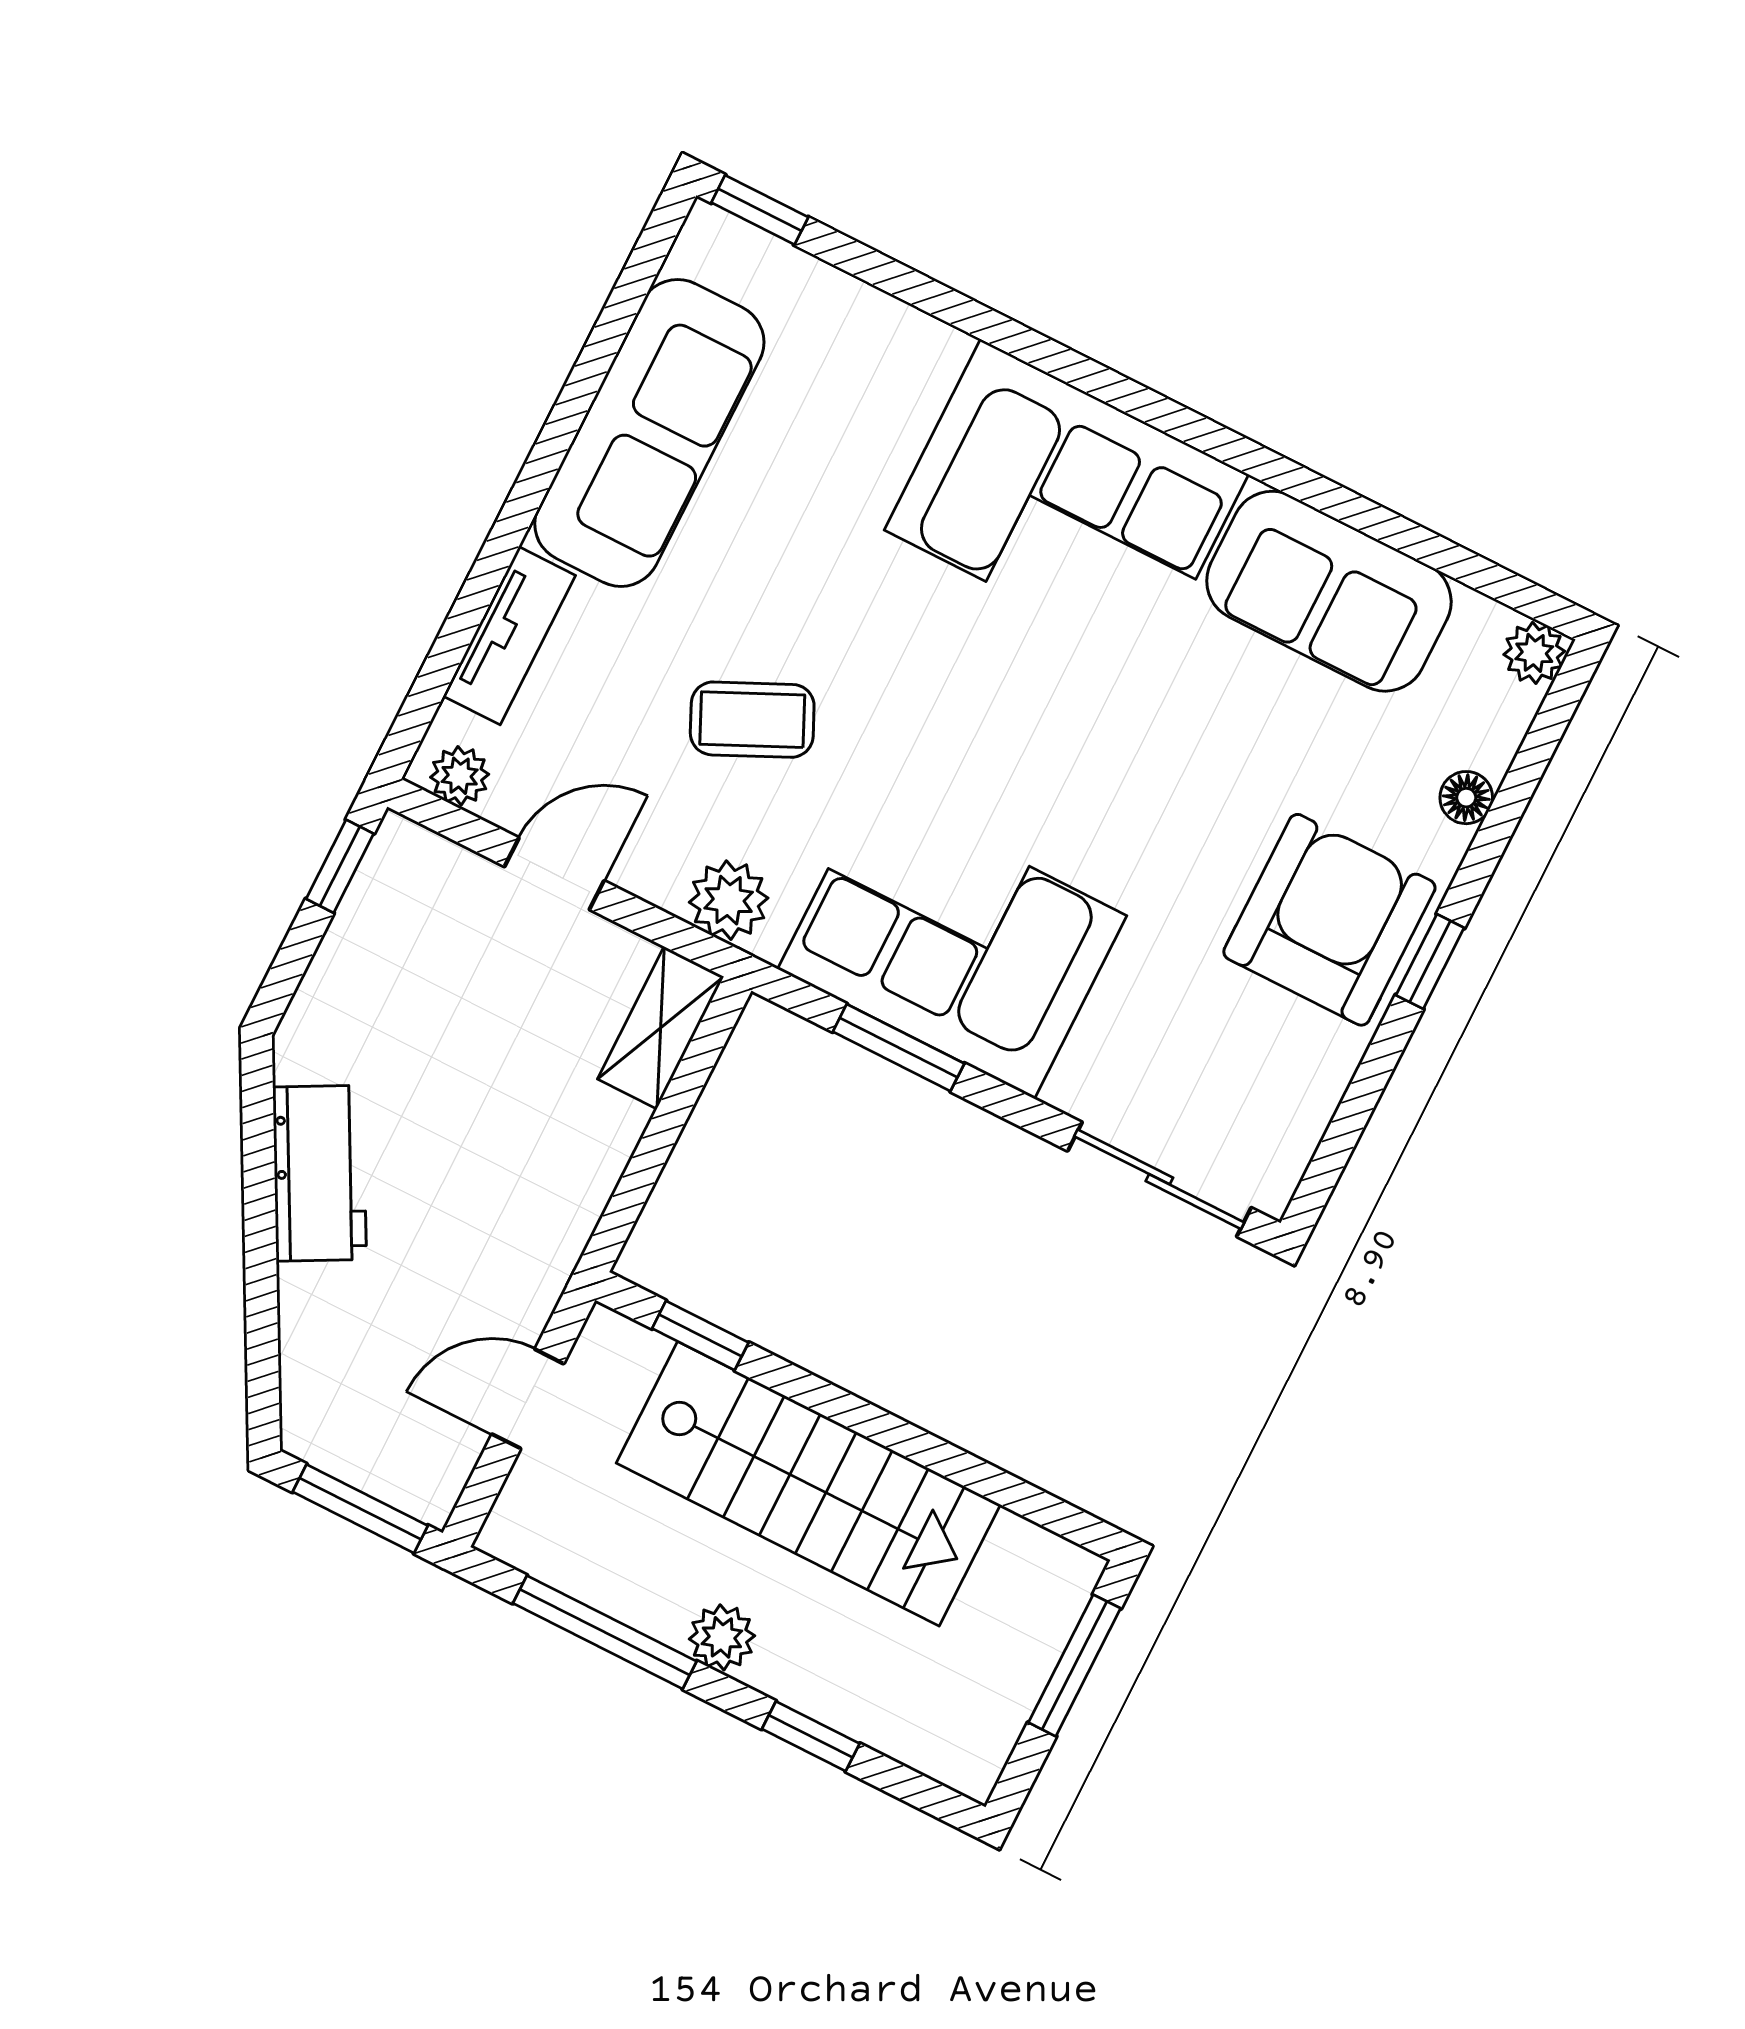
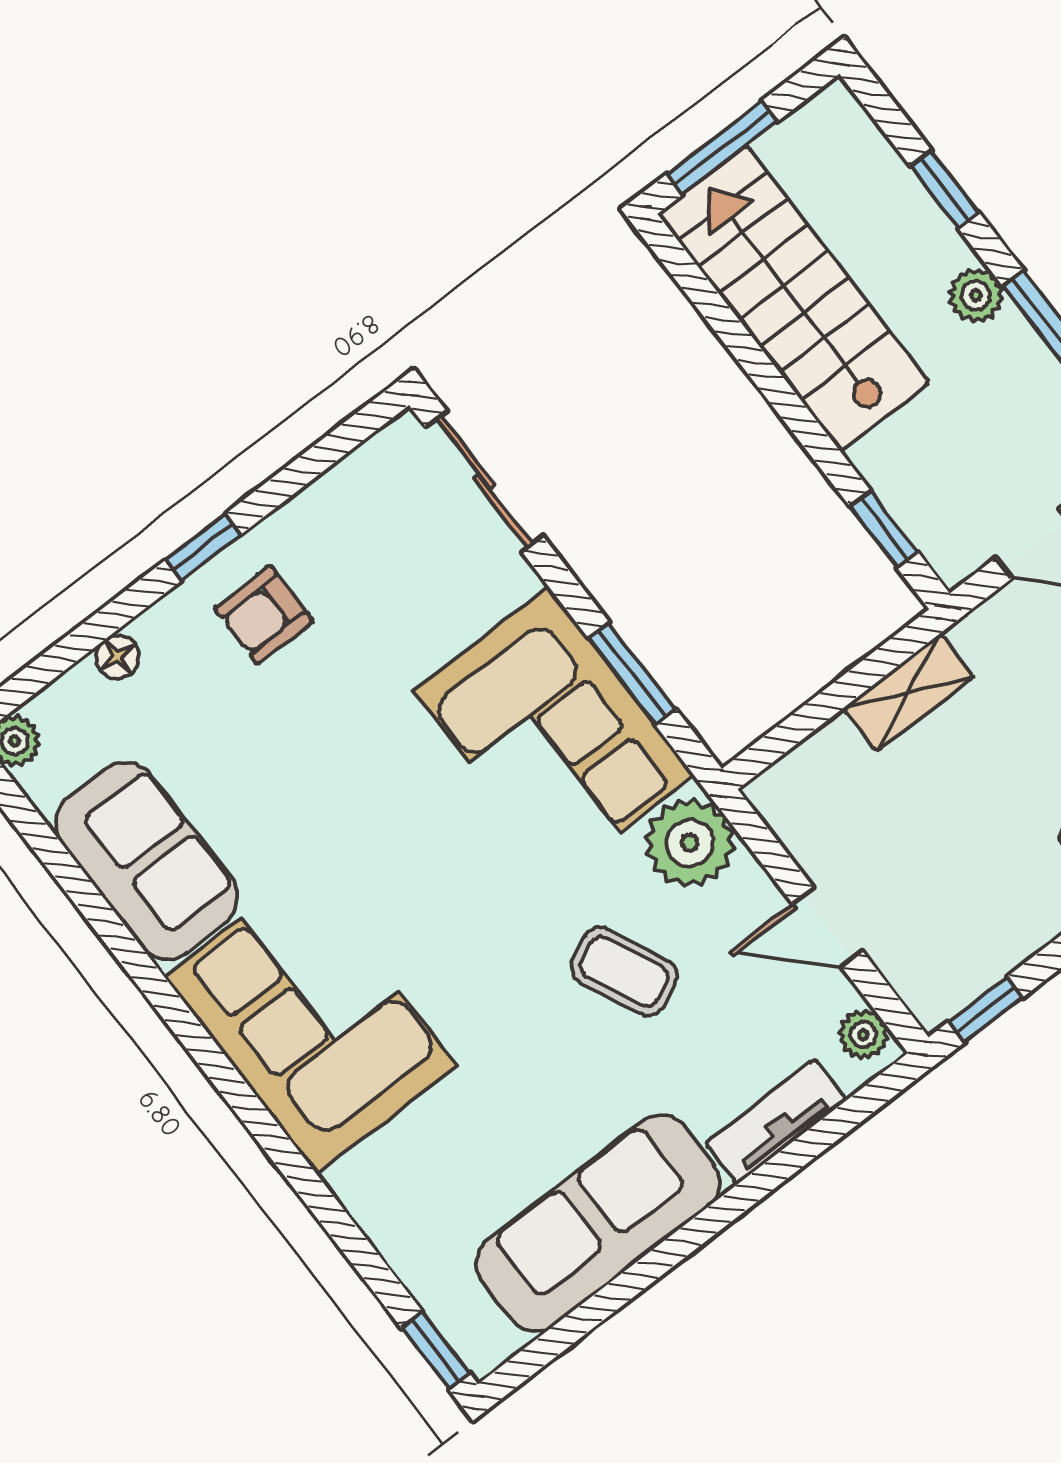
plant: (729, 900) -> (690, 843), width x1.36, depth x1.36
armchair: (1329, 920) -> (264, 615), width x0.53, depth x0.53
shelving: (661, 1028) -> (909, 693), moved
stairs: (808, 1484) -> (794, 298), moved

